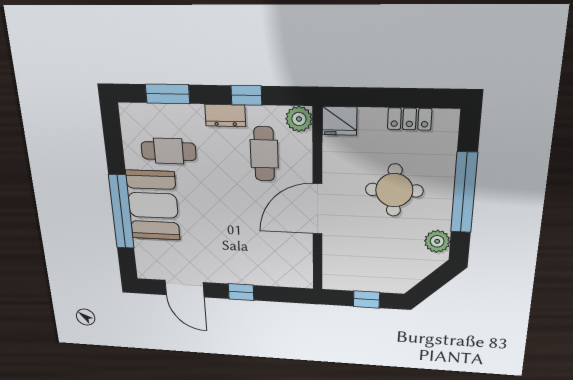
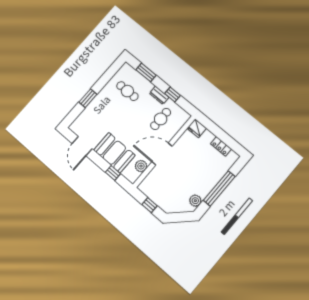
plant: (299, 119) -> (141, 166), moved
round table: (394, 190) -> (195, 168), removed
booth: (153, 205) -> (114, 153), moved, turned 90
window: (121, 212) -> (88, 98), width x0.47
window: (241, 292) -> (113, 173), moved

